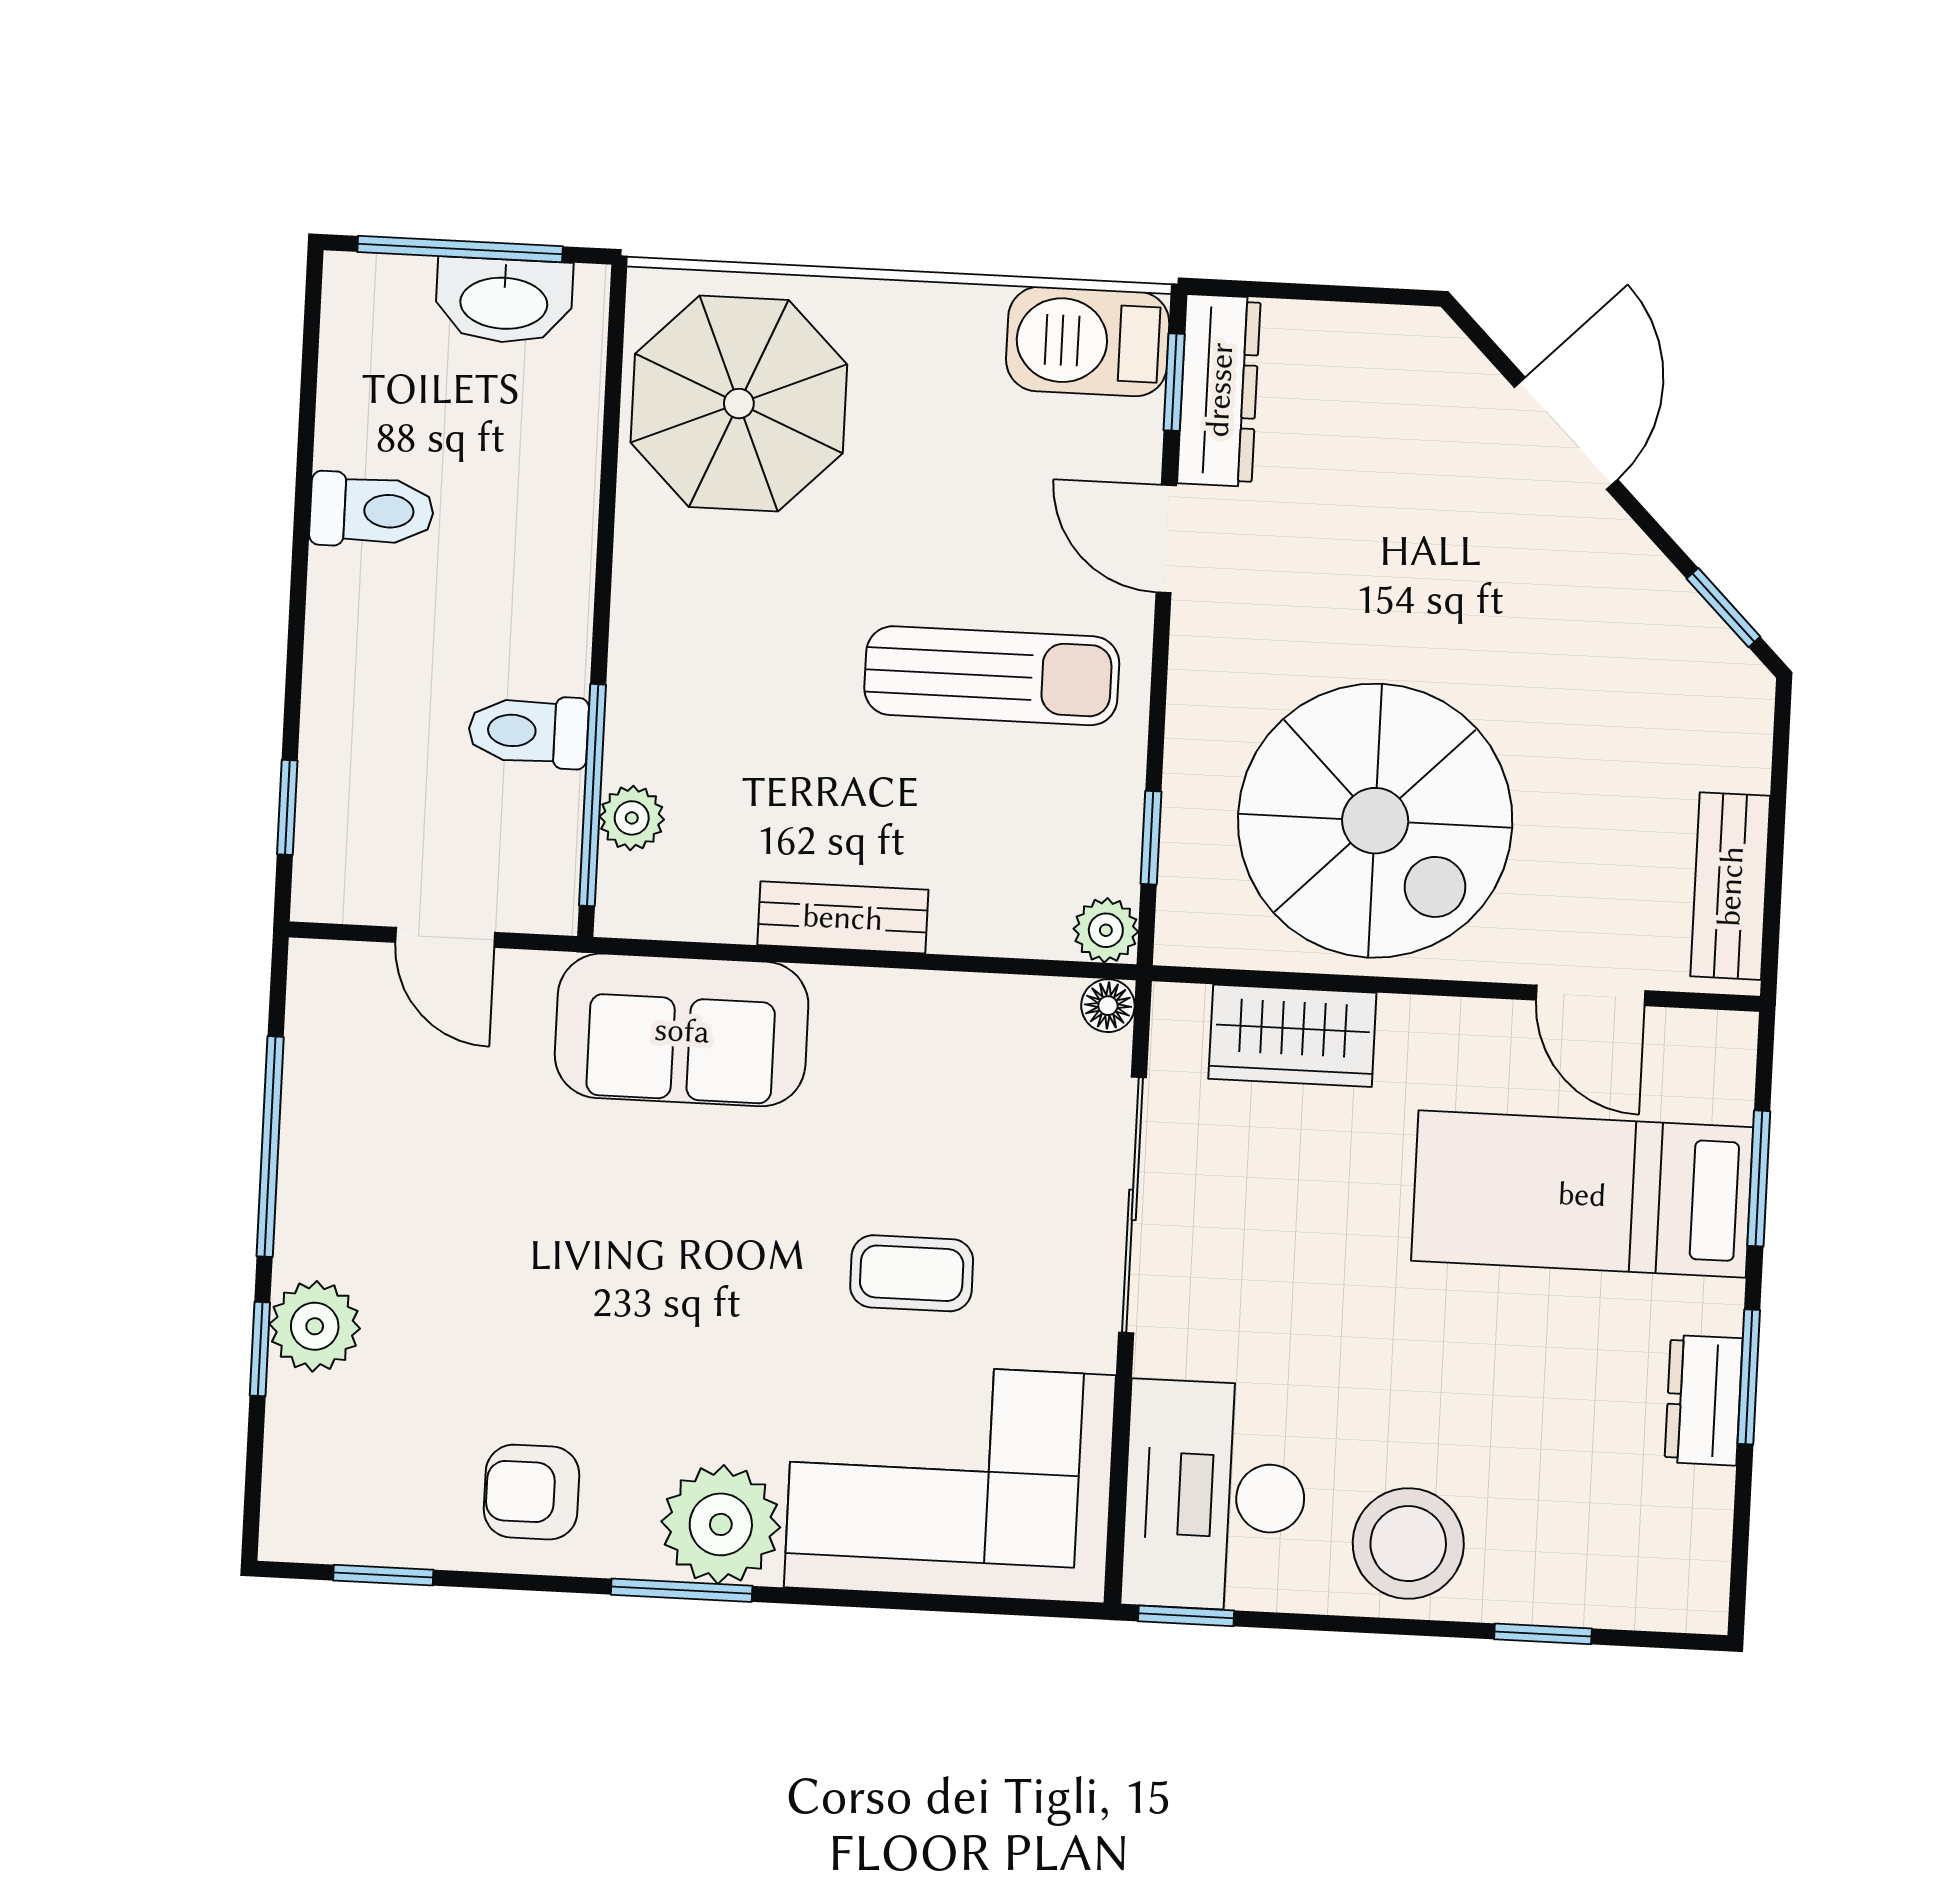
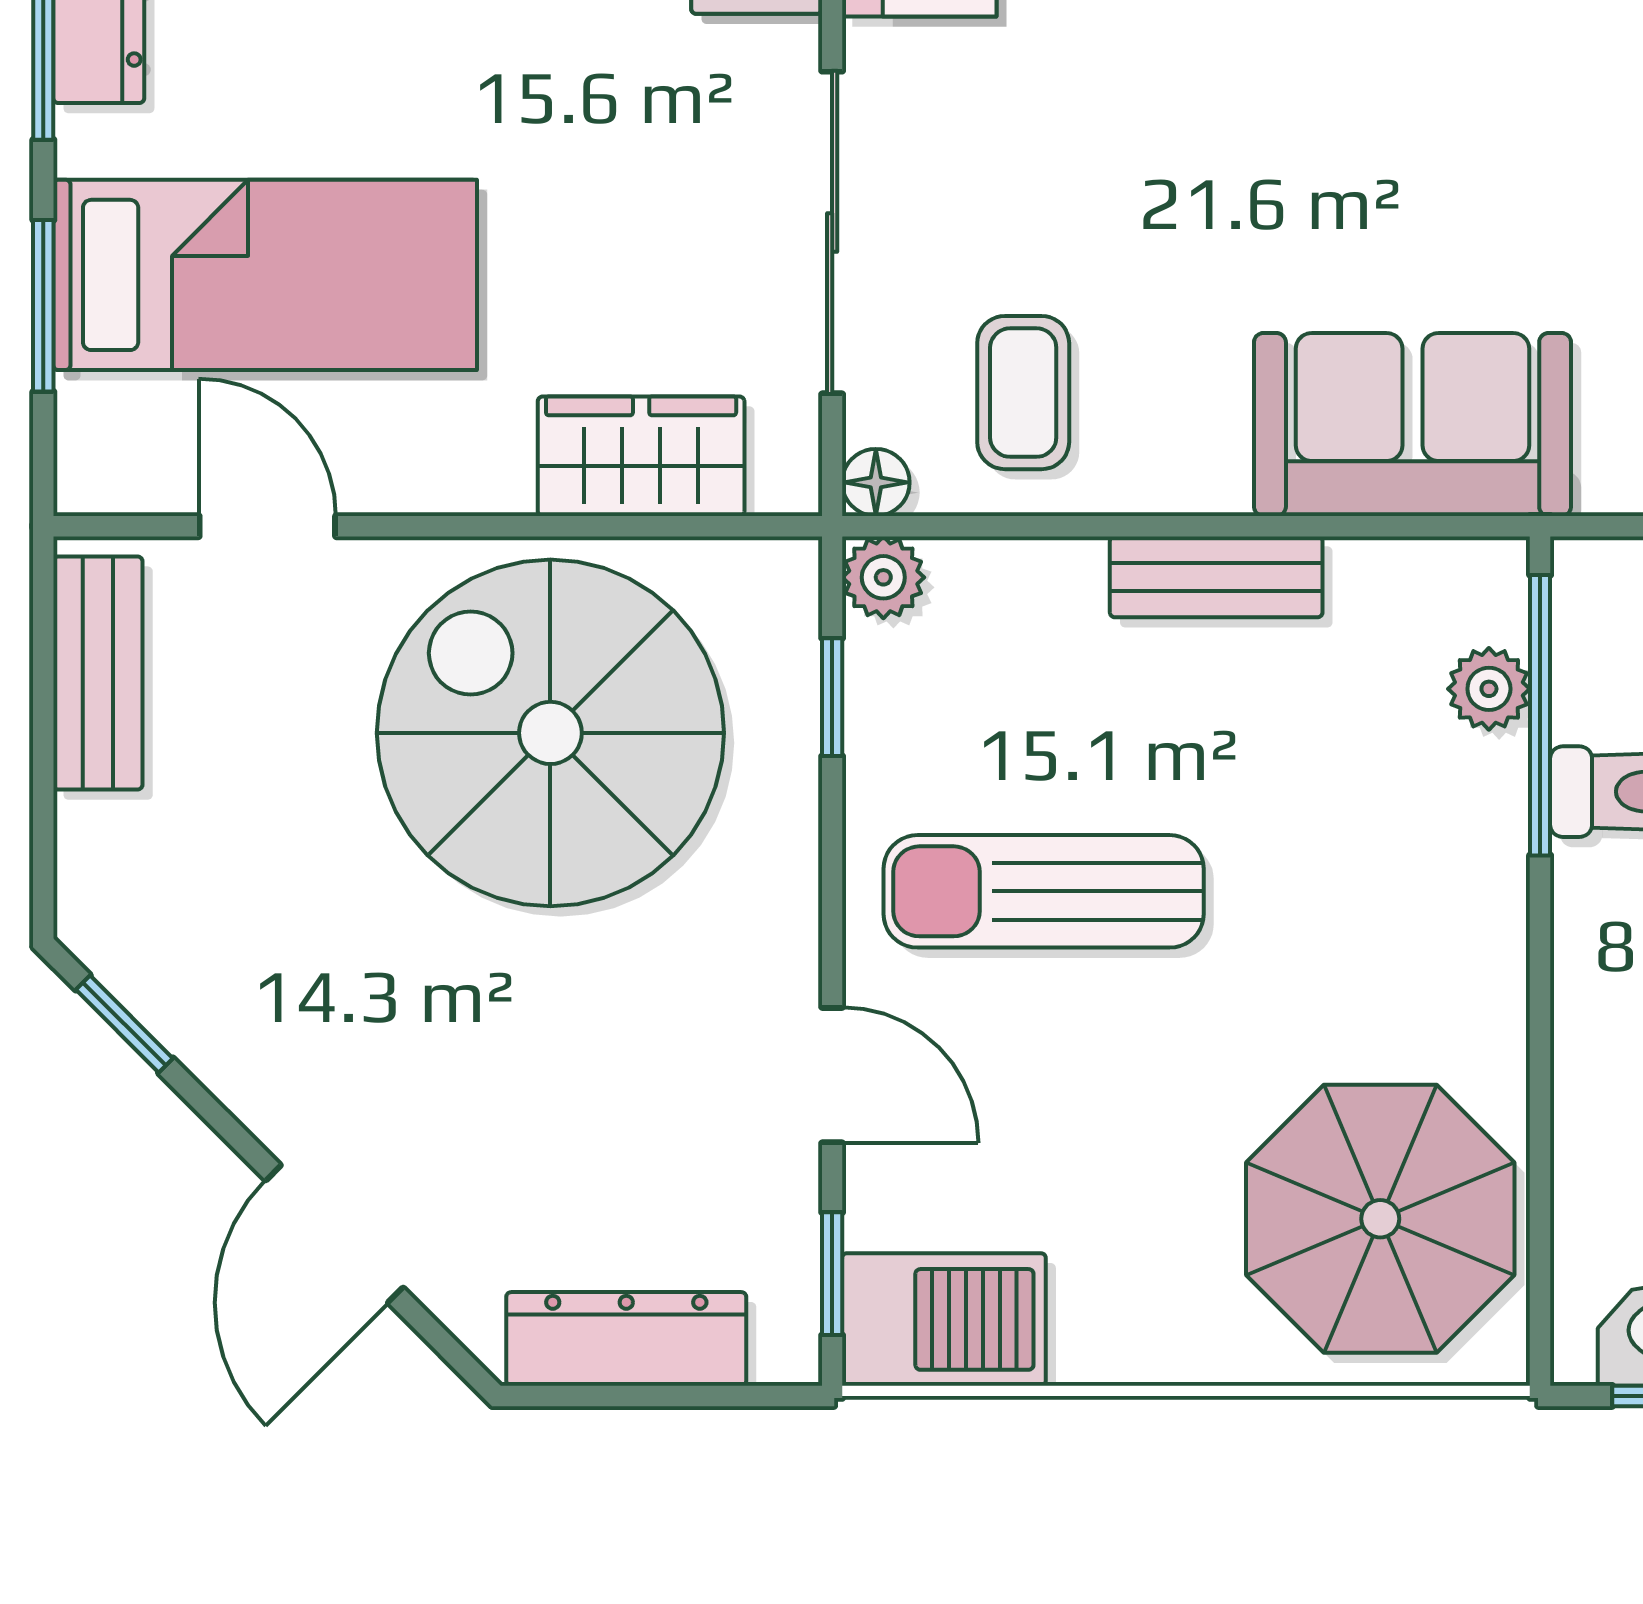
dresser: (1219, 390) -> (626, 1339), moved, turned 90
coffee table: (912, 1273) -> (1023, 393), moved, turned 90

